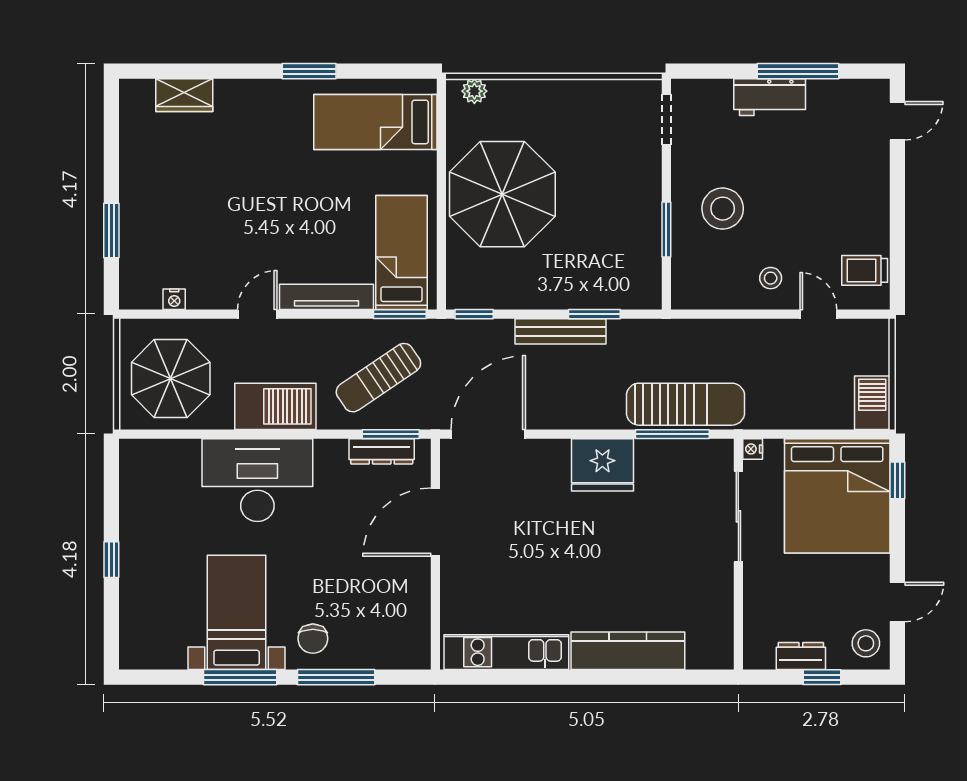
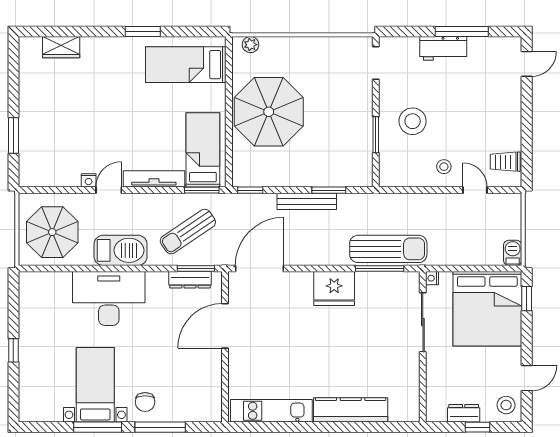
nightstand: (174, 299) -> (89, 180), moved
barbecue: (872, 403) -> (513, 253), width x0.73, depth x0.79

